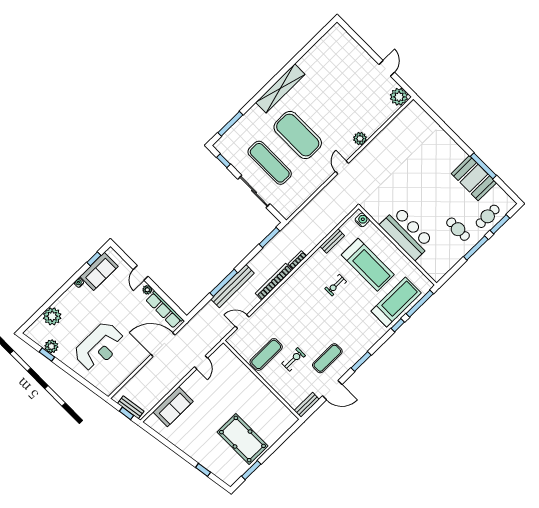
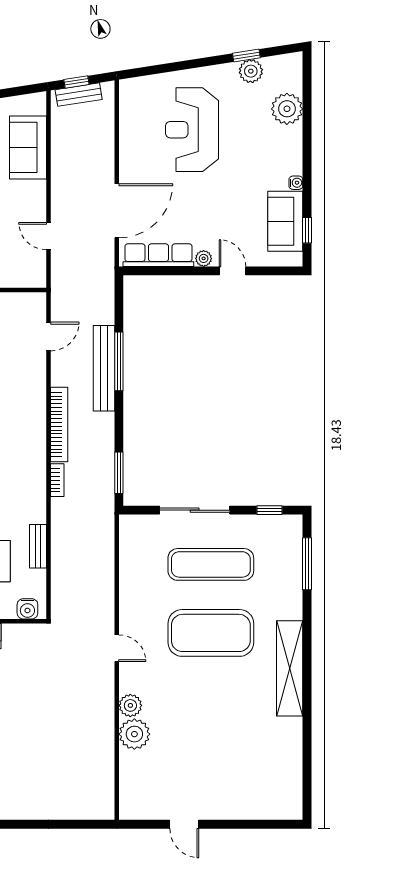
plant: (399, 97) -> (134, 734), moved

